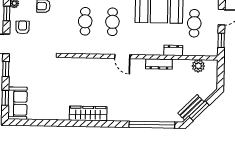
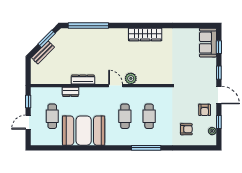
plant: (198, 66) -> (131, 78), moved
bench: (191, 107) -> (43, 52), moved

